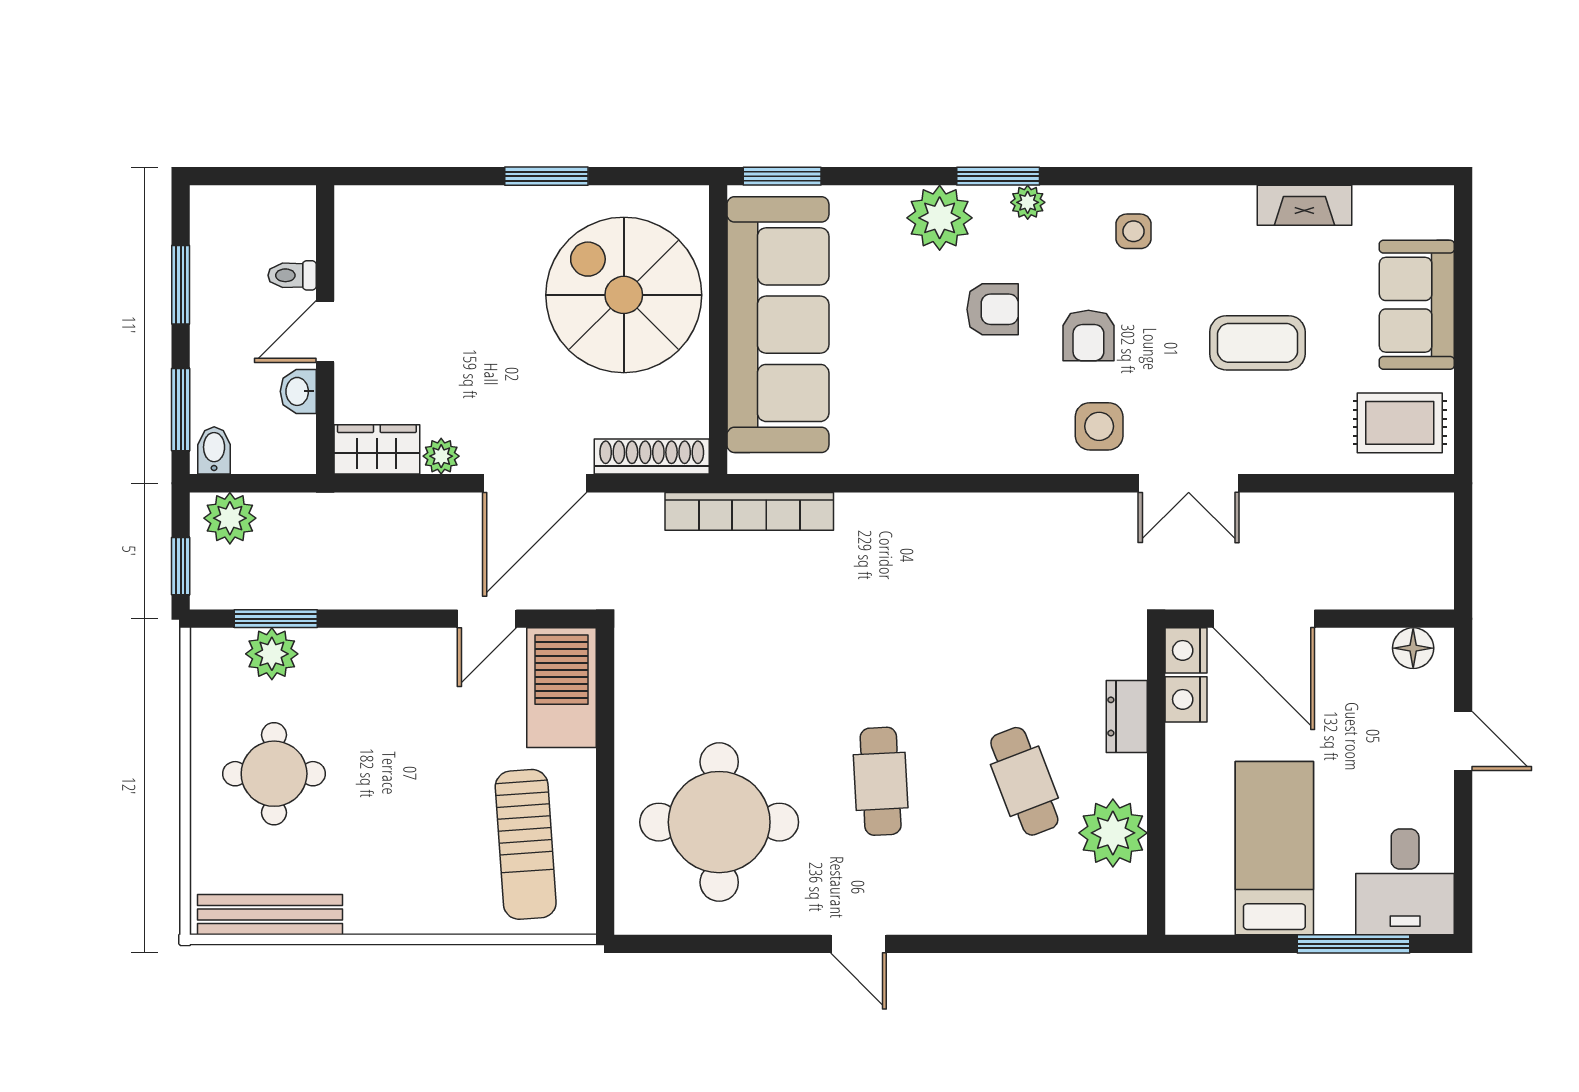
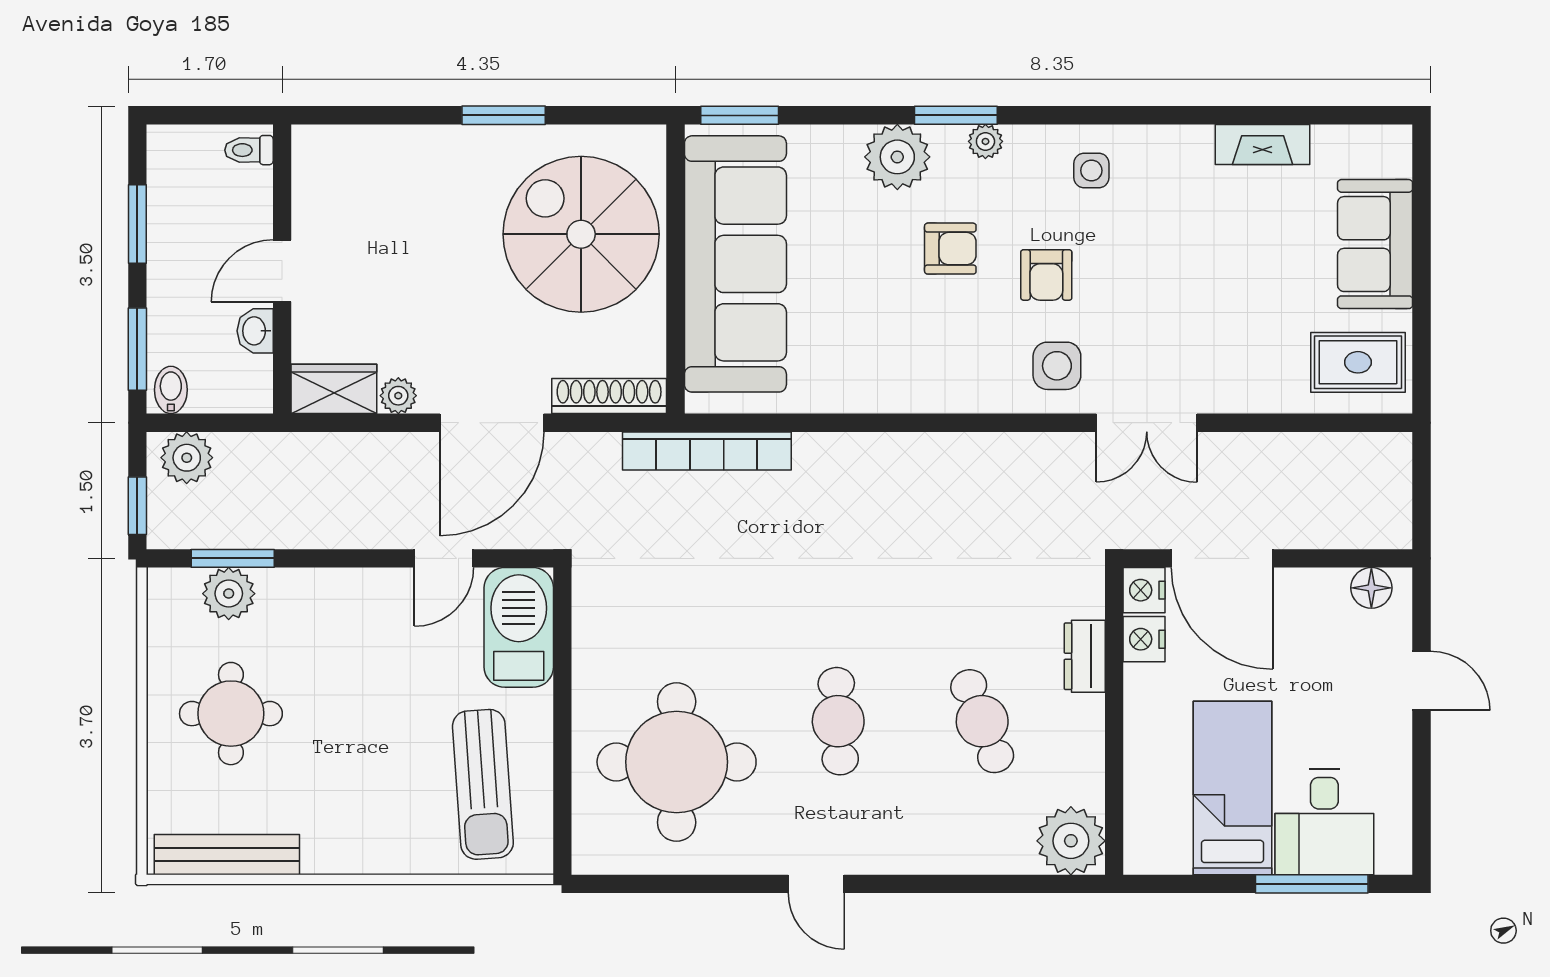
toilet: (292, 275) -> (249, 150), moved
coffee table: (1257, 343) -> (1216, 282), removed
plant: (1113, 833) -> (1071, 841), moved
desk: (1405, 882) -> (1324, 822), moved

